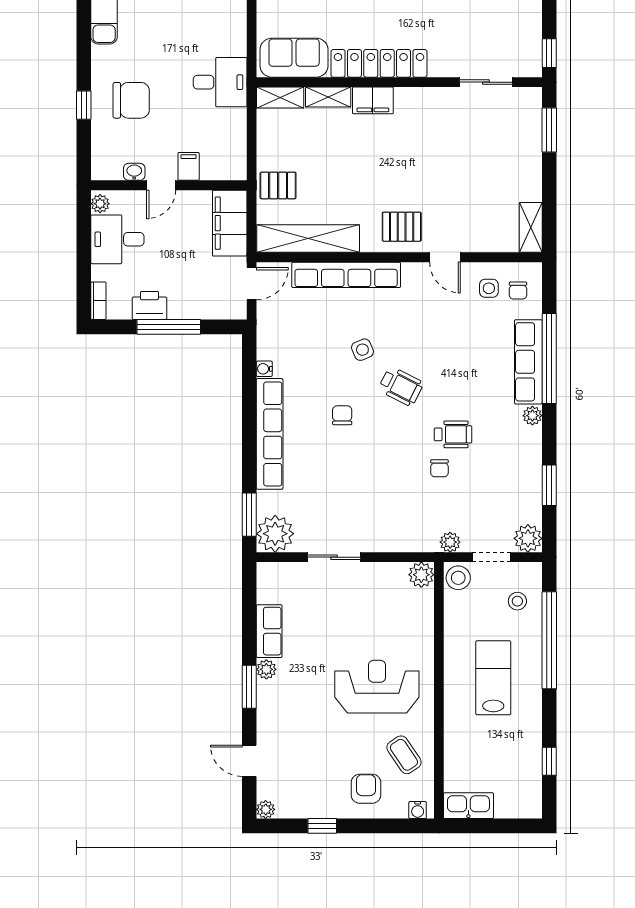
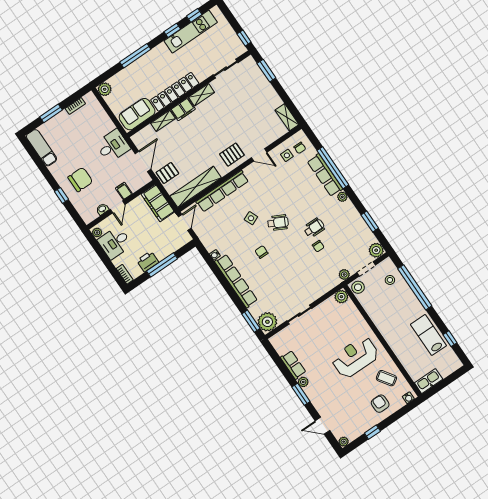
shelving: (280, 97) -> (202, 95), moved
door: (252, 140) -> (143, 161), added
lab bench: (493, 678) -> (428, 335), moved

